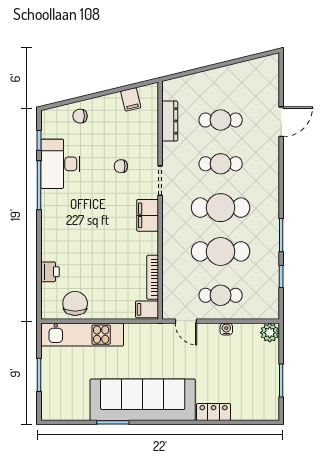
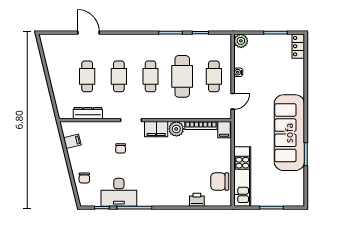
cafe table: (221, 208) -> (151, 76), width x0.73, depth x0.74
plant: (148, 243) -> (176, 129), added
locker: (214, 412) -> (298, 46), moved

